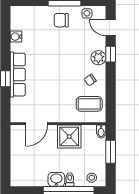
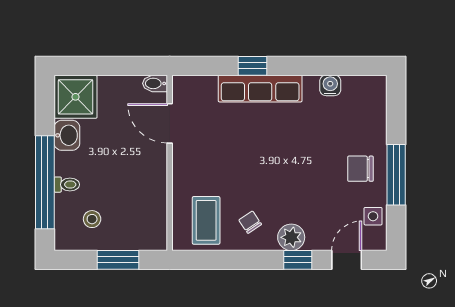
chair: (61, 20) -> (360, 169), turned -90
bidet: (101, 132) -> (155, 83), moved
shower: (69, 137) -> (76, 97), moved
stool: (92, 178) -> (92, 219), moved
washbasin: (56, 179) -> (67, 135), moved

